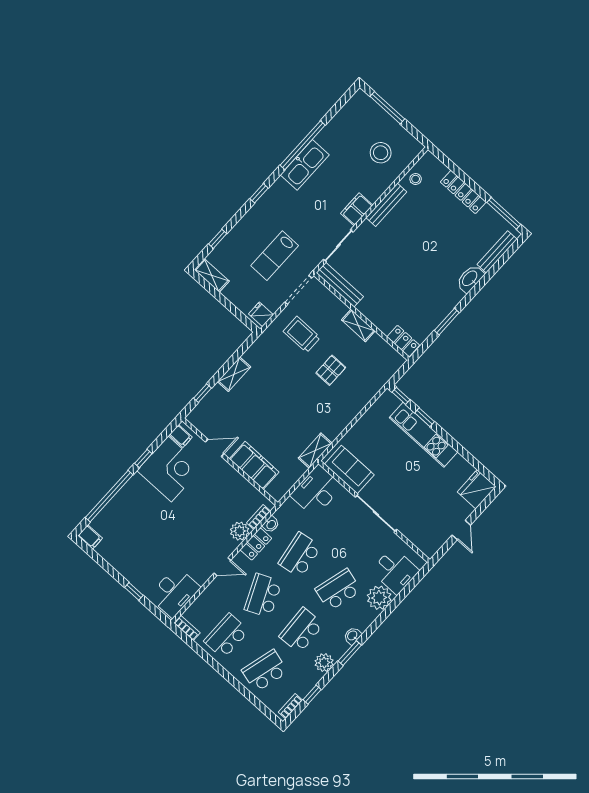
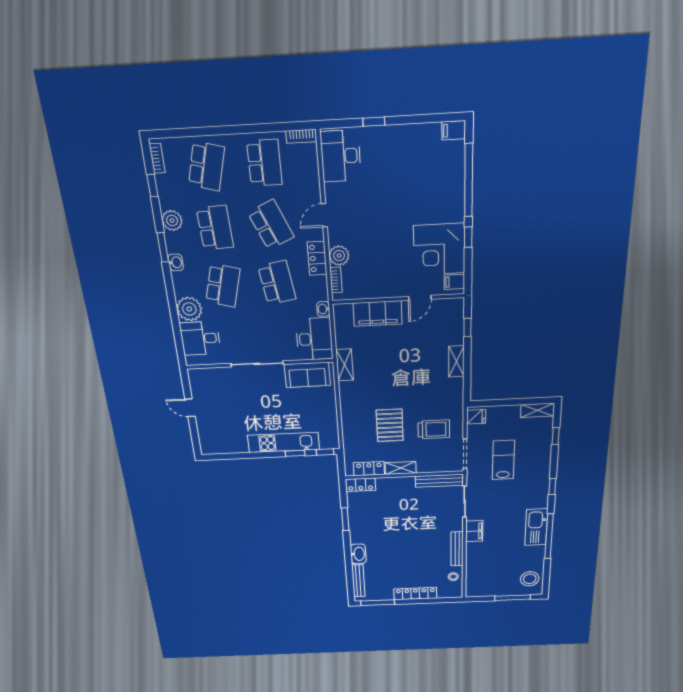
stool: (381, 153) -> (530, 579), moved
locker: (383, 349) -> (369, 469), added
pallet: (331, 370) -> (390, 425), width x1.50, depth x1.42
fridge: (477, 489) -> (211, 442), removed
washbasin: (271, 524) -> (323, 309), moved

